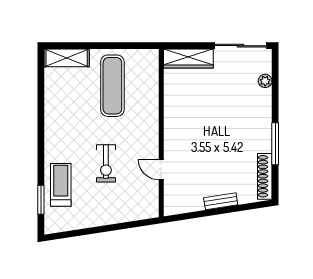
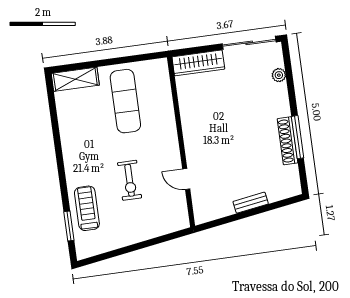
shoe rack: (265, 176) -> (288, 141), moved

